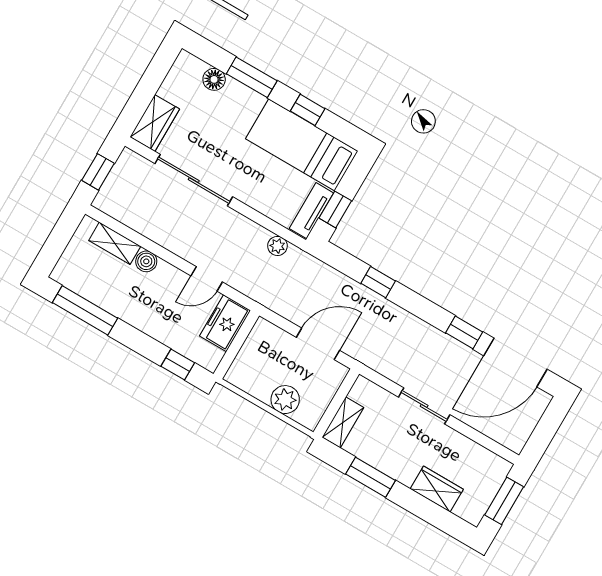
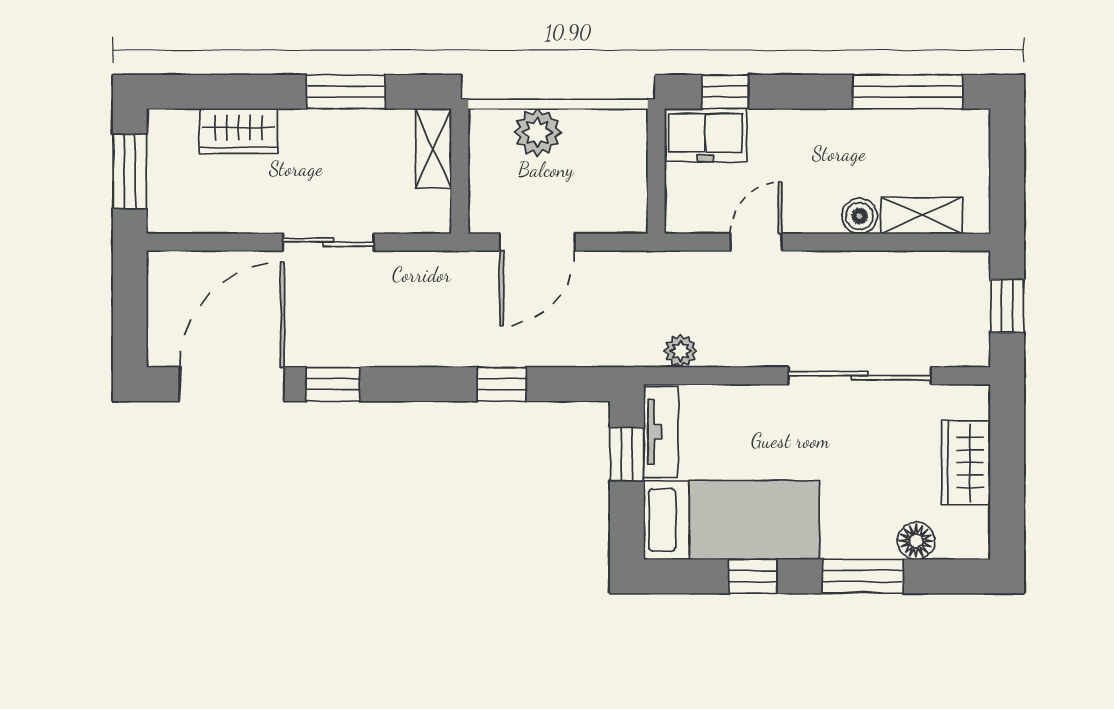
wardrobe: (155, 123) -> (966, 463), moved
freezer: (225, 323) -> (705, 135), moved, turned 90

